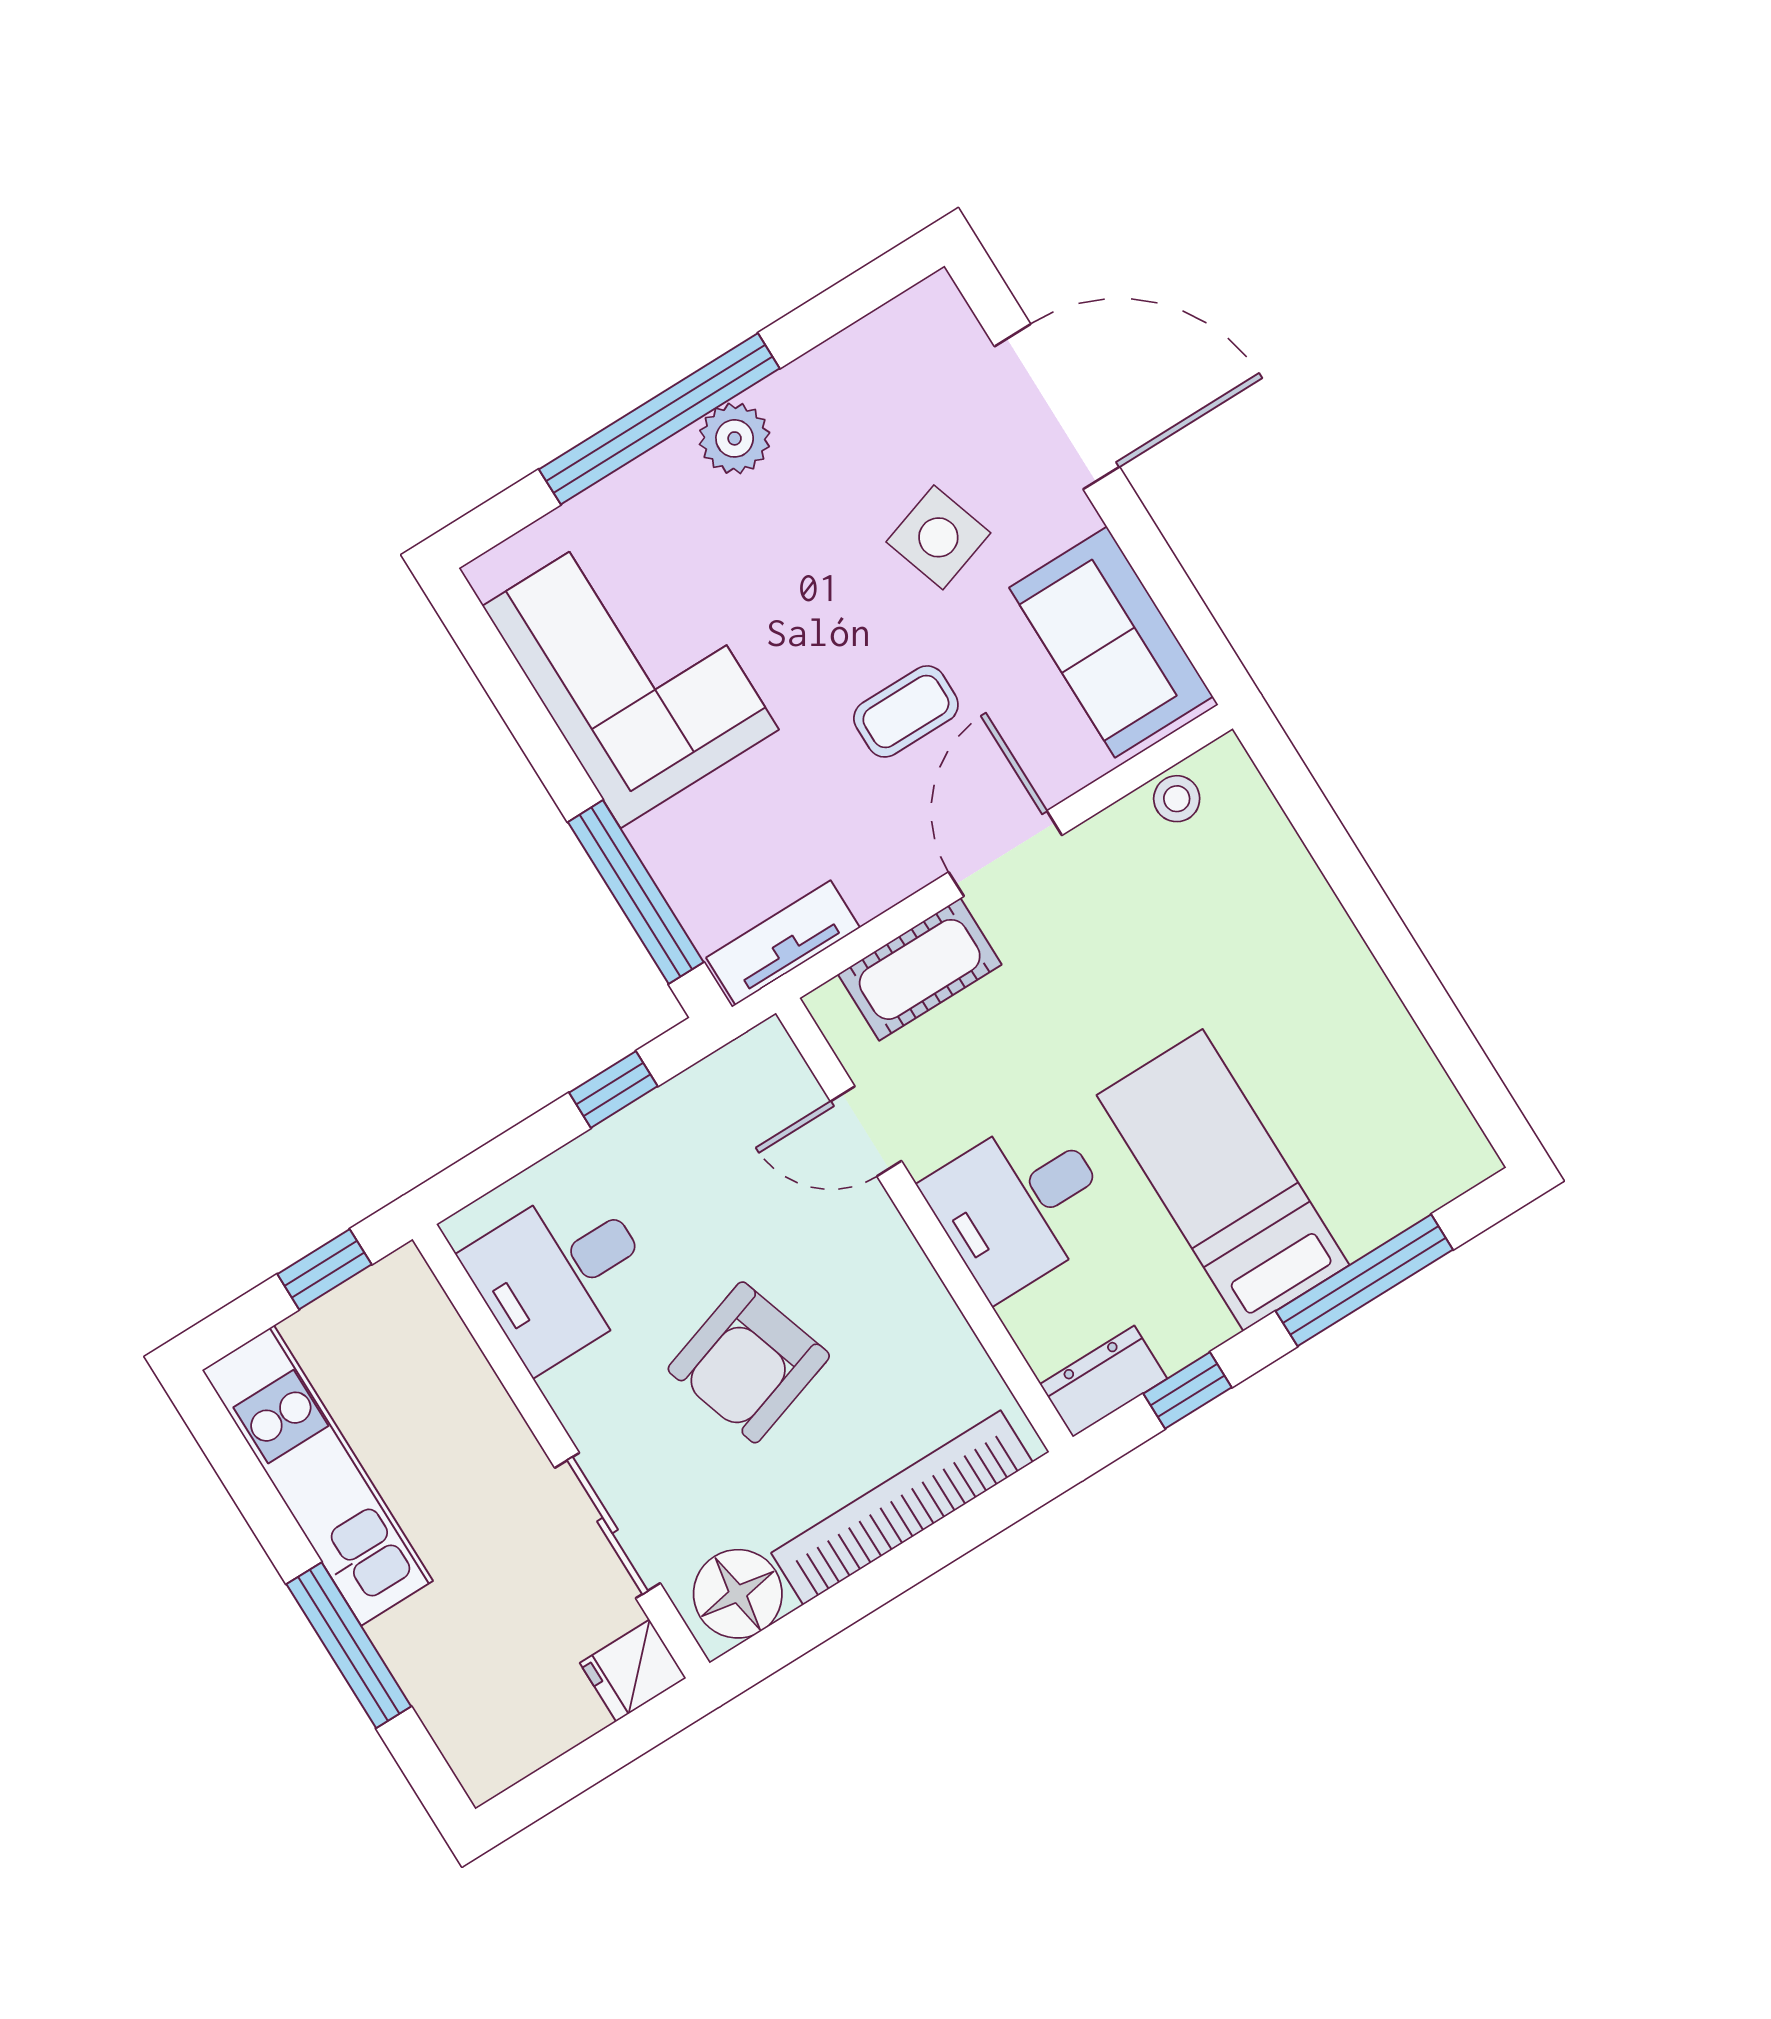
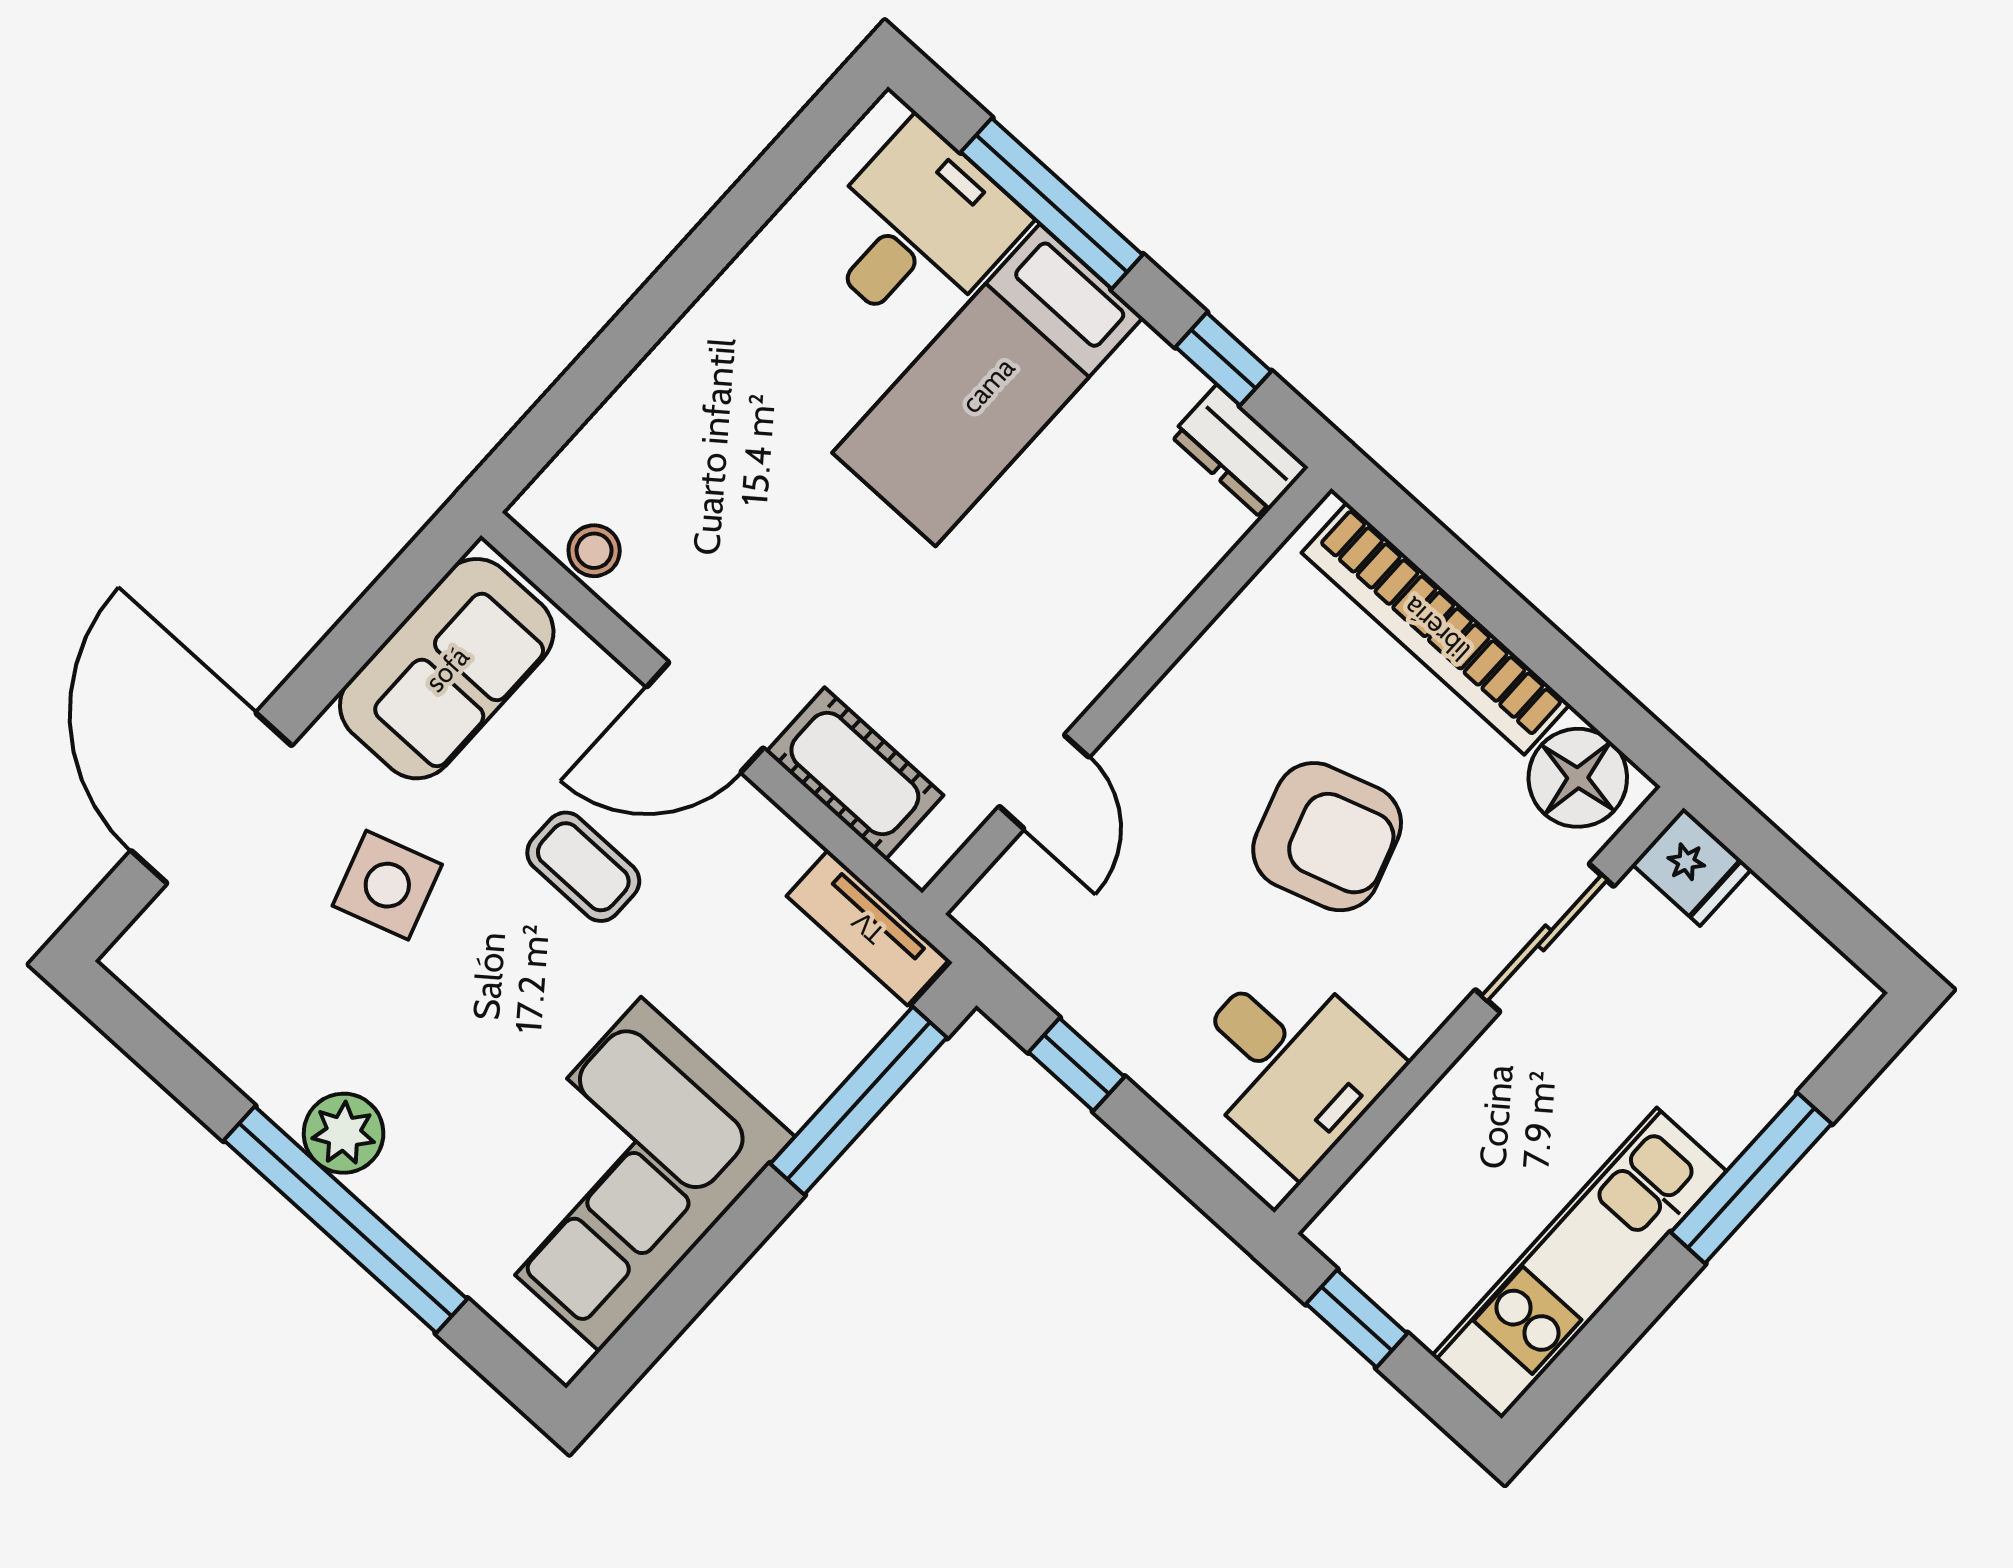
desk: (1020, 1204) -> (917, 230), moved, turned -90

